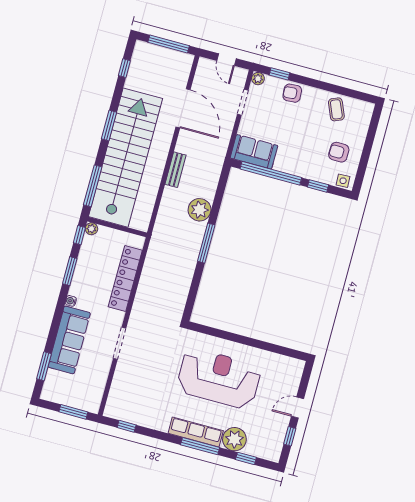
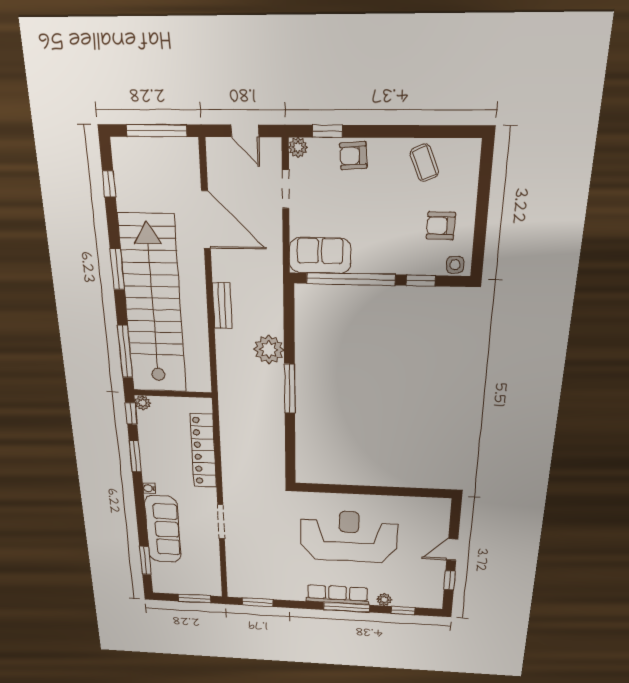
window: (127, 426) -> (258, 602), width x1.50
plant: (234, 439) -> (384, 600), width x0.53, depth x0.53

